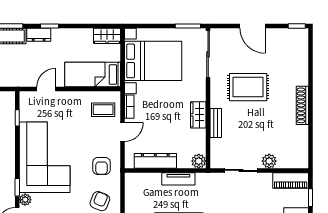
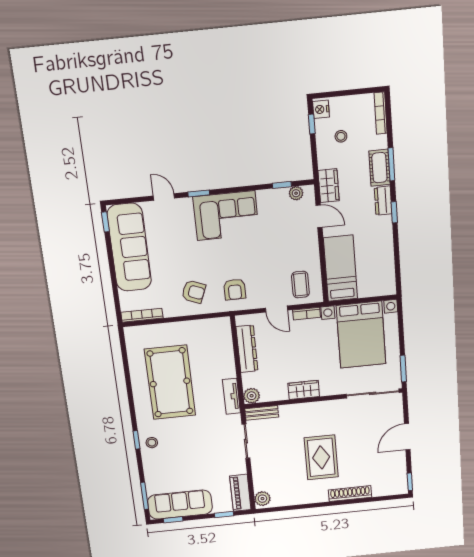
wardrobe: (107, 36) -> (329, 186), moved, turned 180
rug: (248, 87) -> (321, 457), moved
shoe rack: (302, 105) -> (350, 494), moved
bench: (216, 123) -> (262, 413), moved
corner sofa: (45, 157) -> (226, 216), width x0.73, depth x0.74
plant: (269, 161) -> (262, 499), moved
armchair: (102, 166) -> (235, 289), turned -90
tv unit: (178, 179) -> (231, 396), moved
plant: (25, 200) -> (296, 193), moved

